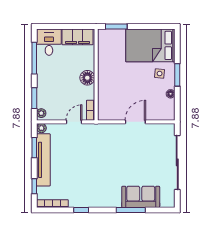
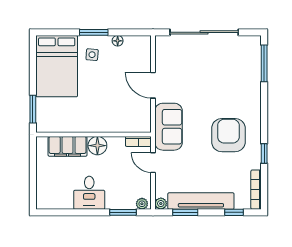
filing cabinet: (78, 37) -> (68, 146), moved, turned 90
desk: (49, 42) -> (89, 193), moved, turned -90
window: (34, 58) -> (73, 212), removed
armchair: (96, 182) -> (228, 135), added
sofa: (141, 197) -> (169, 127), moved, turned 180
window: (131, 210) -> (264, 63), moved

